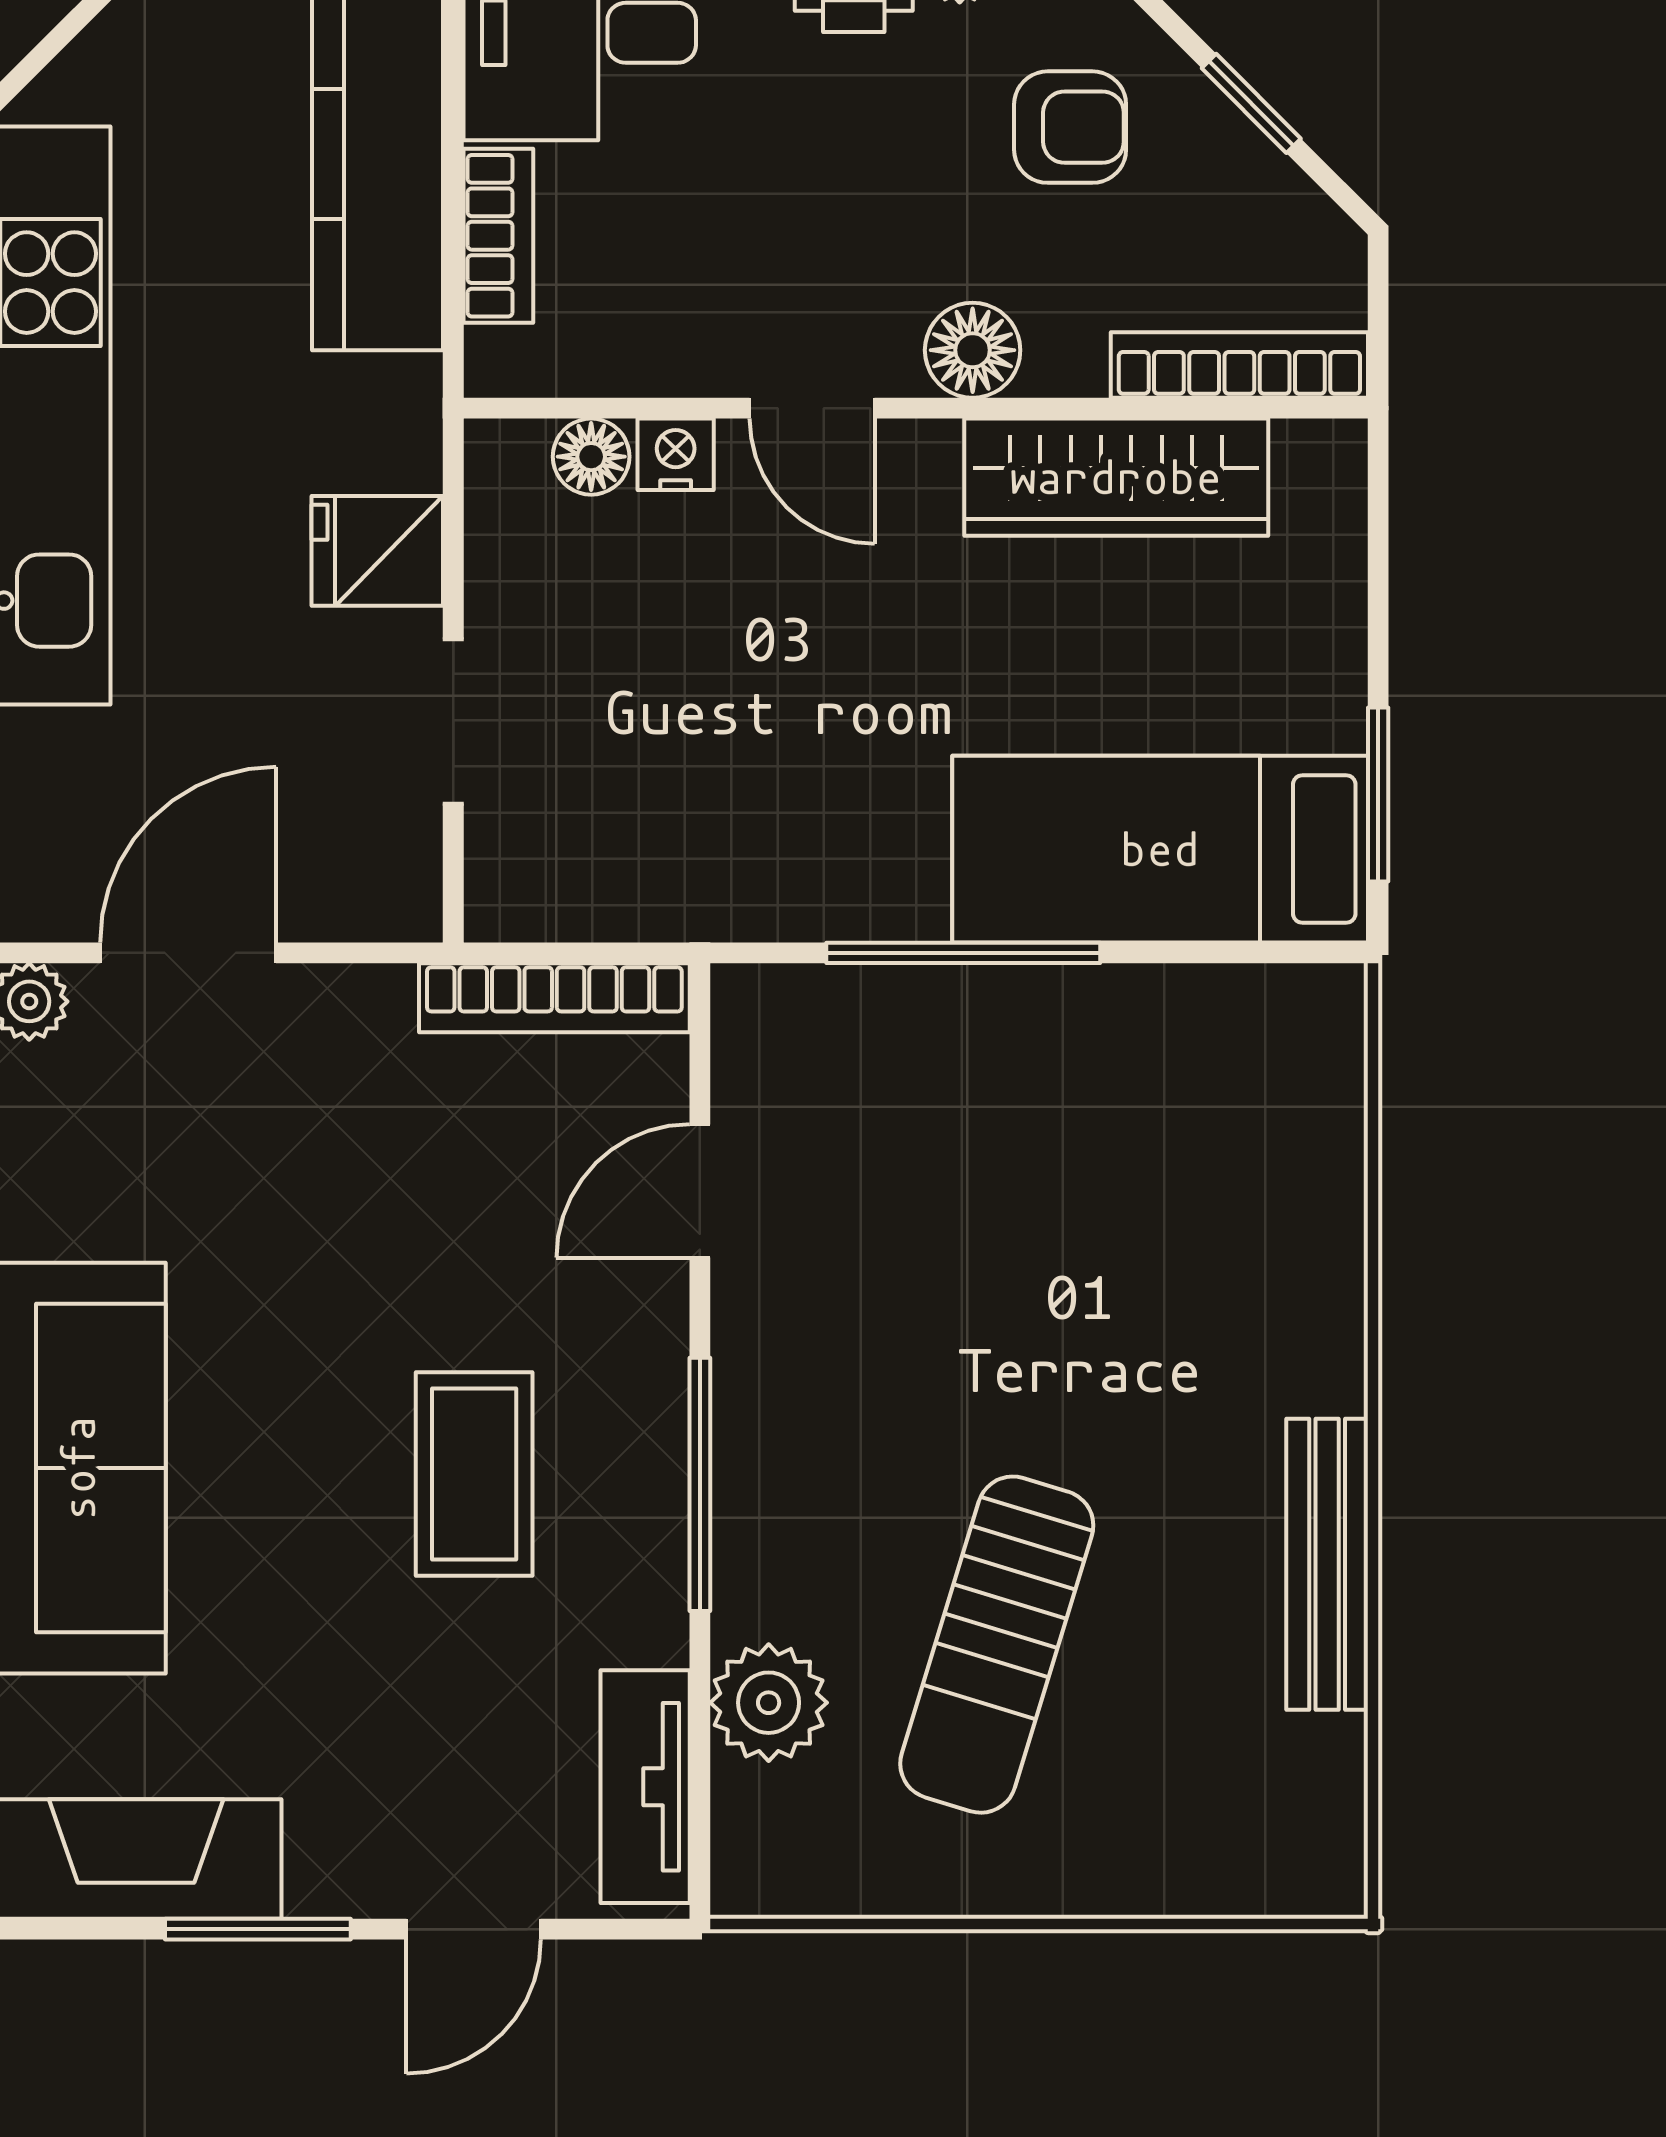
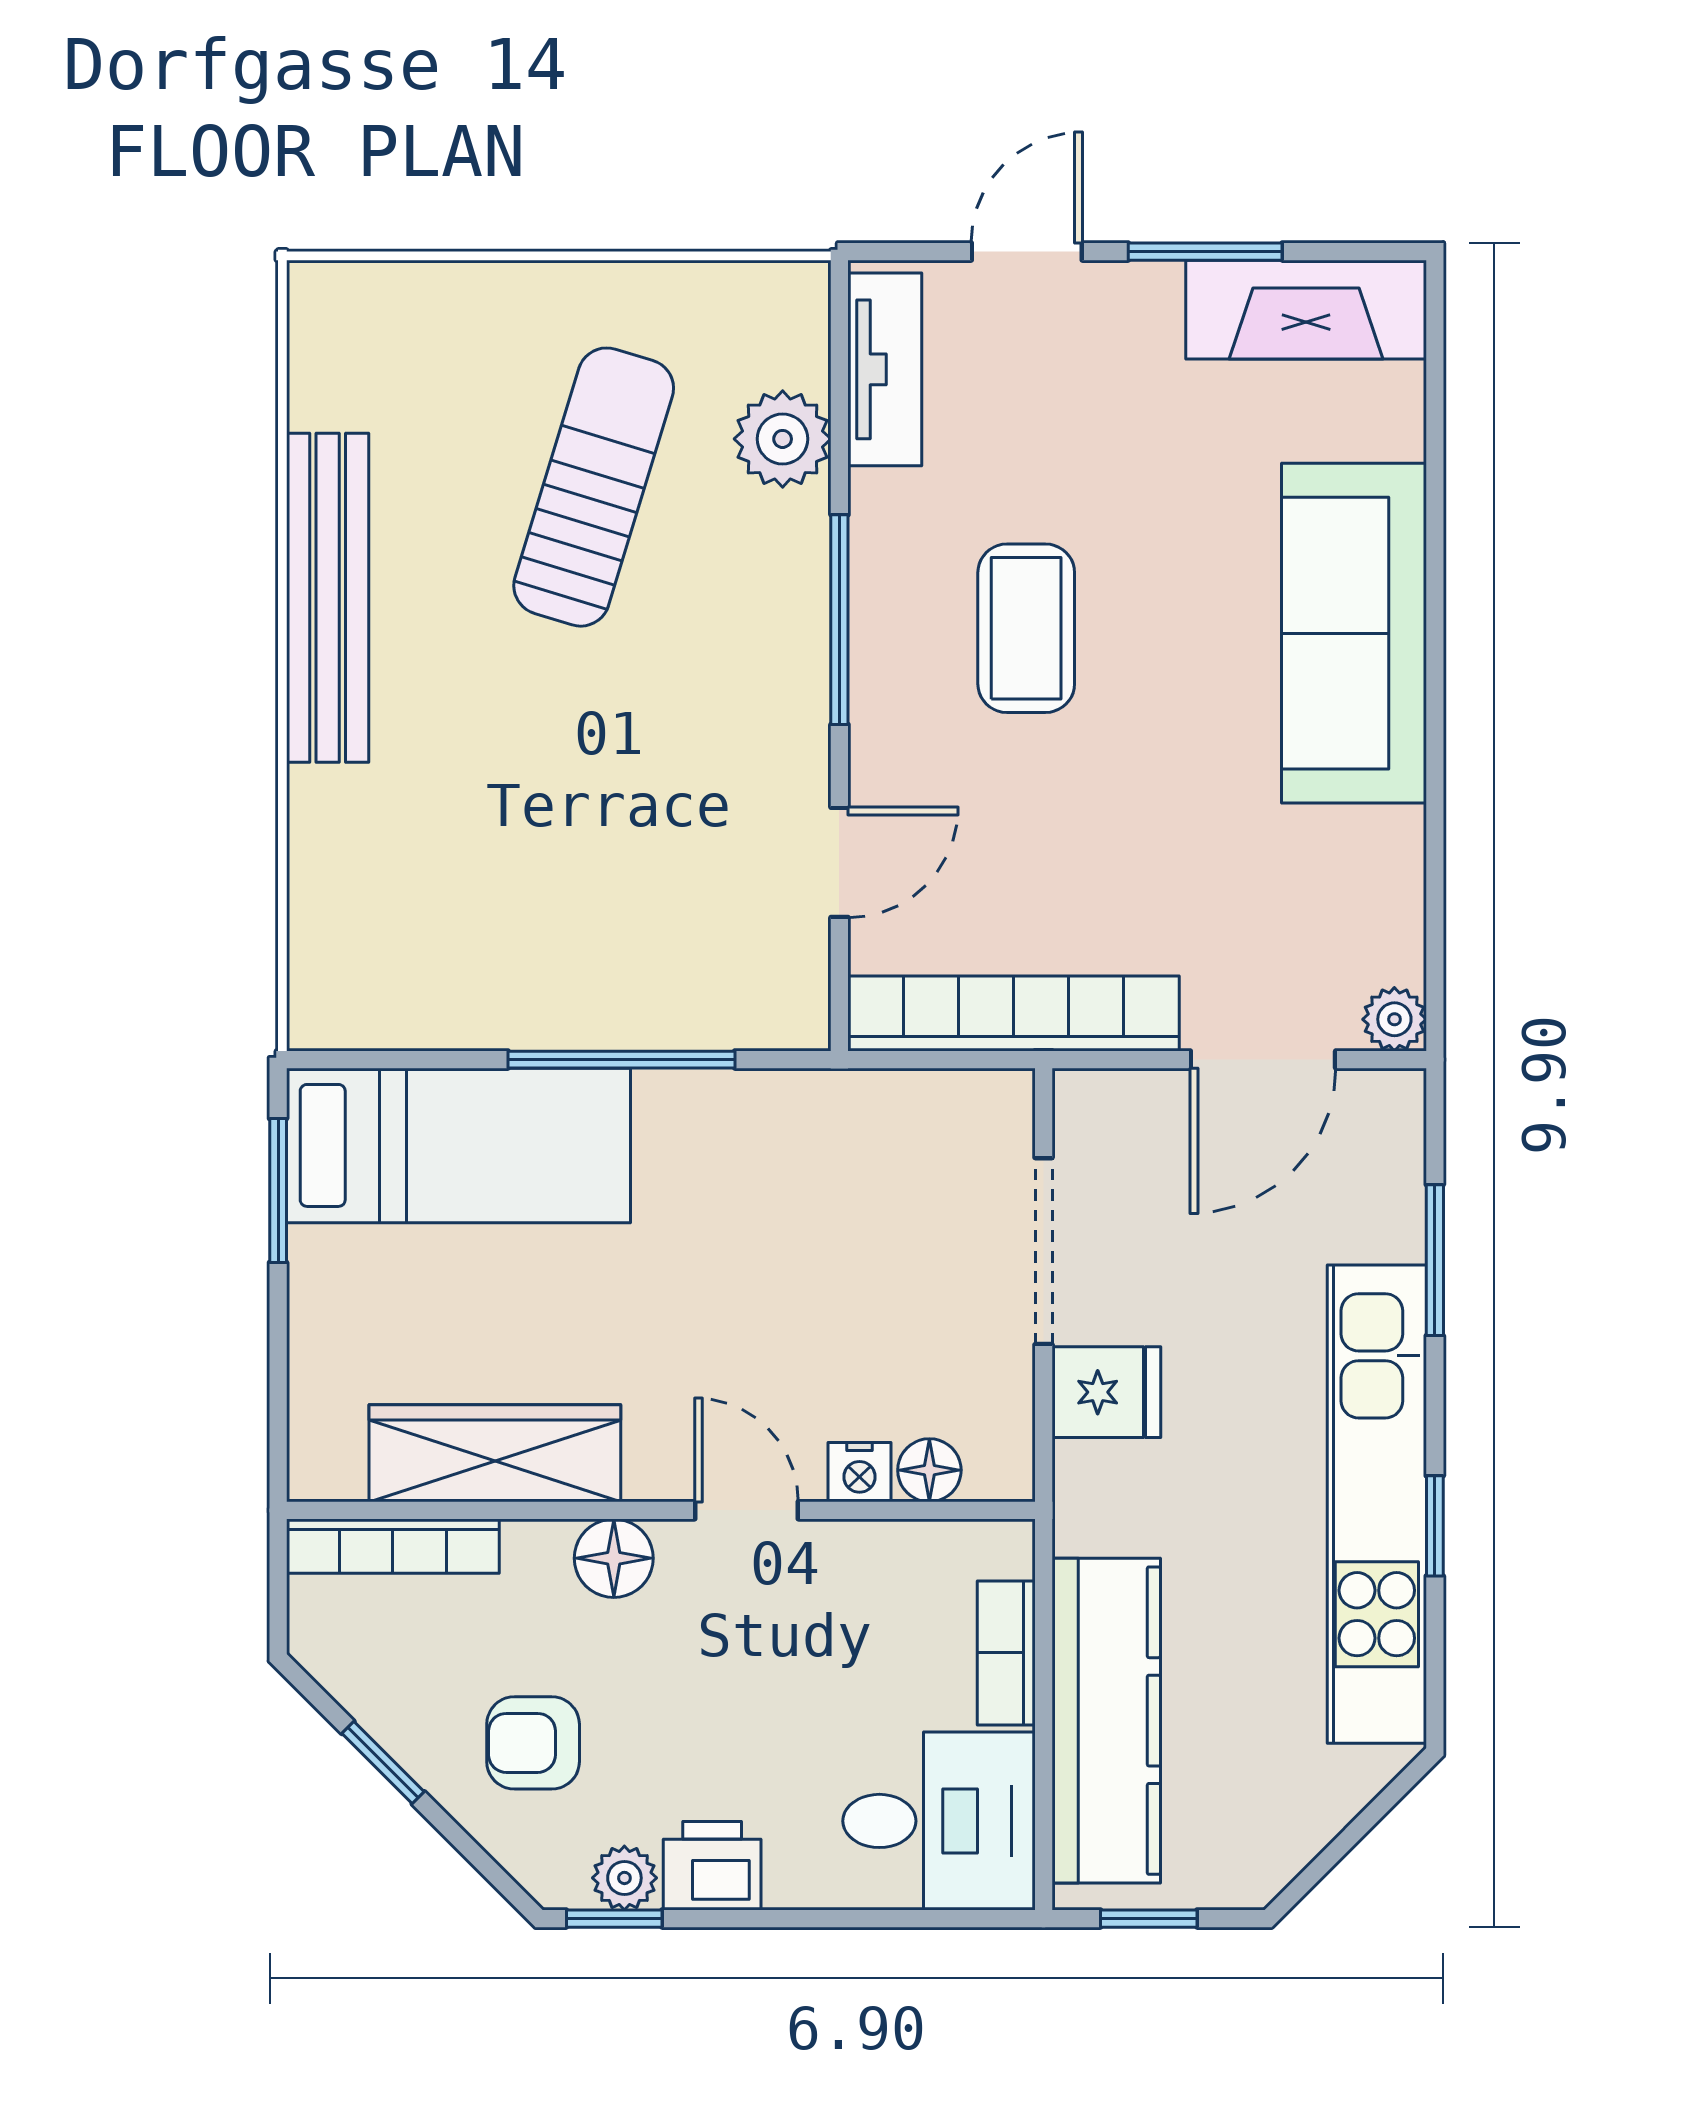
doorway: (453, 721) -> (1044, 1251), width x1.38
bookcase: (554, 998) -> (1014, 1013), width x1.48, depth x1.31
bench: (1327, 1564) -> (328, 598), width x1.37, depth x1.21

